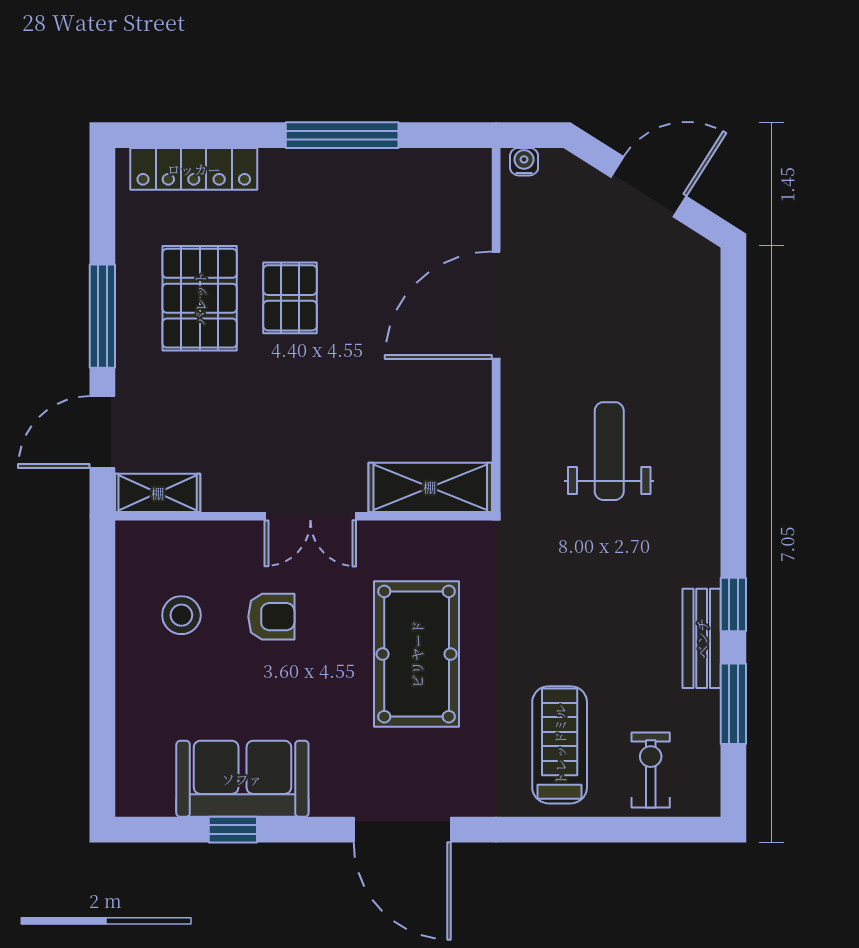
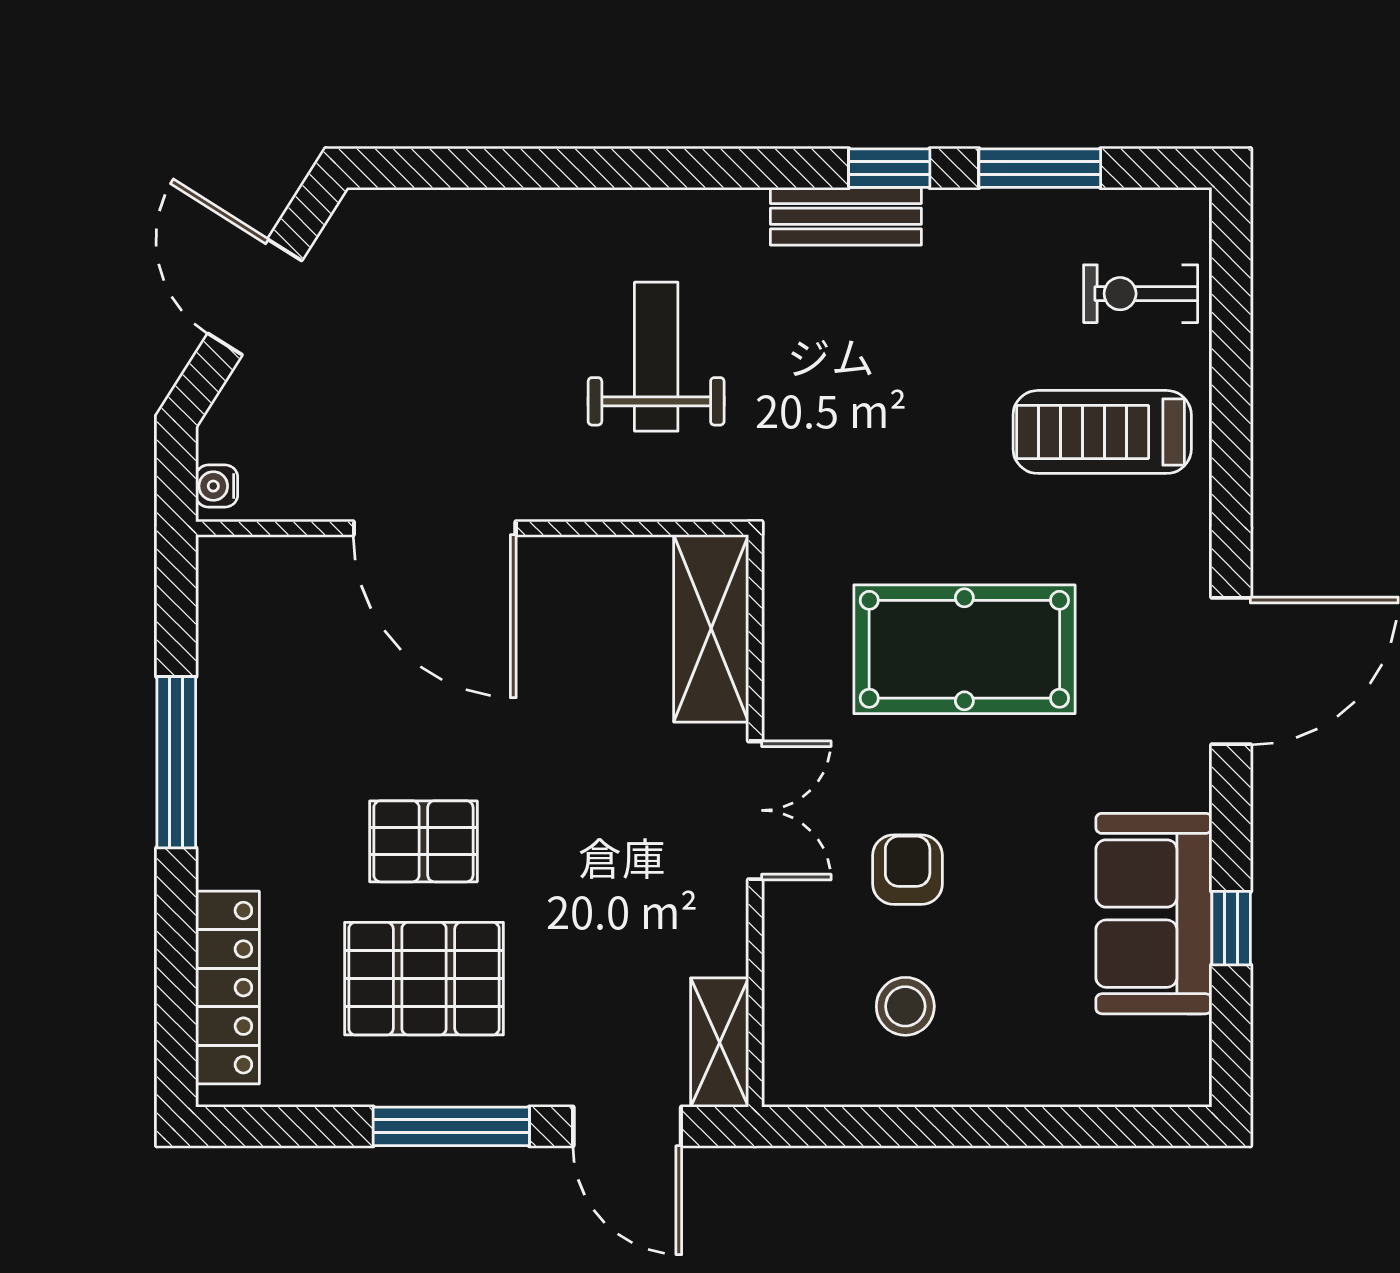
weight bench: (609, 451) -> (656, 357), turned 90
bench: (702, 638) -> (846, 216), moved

